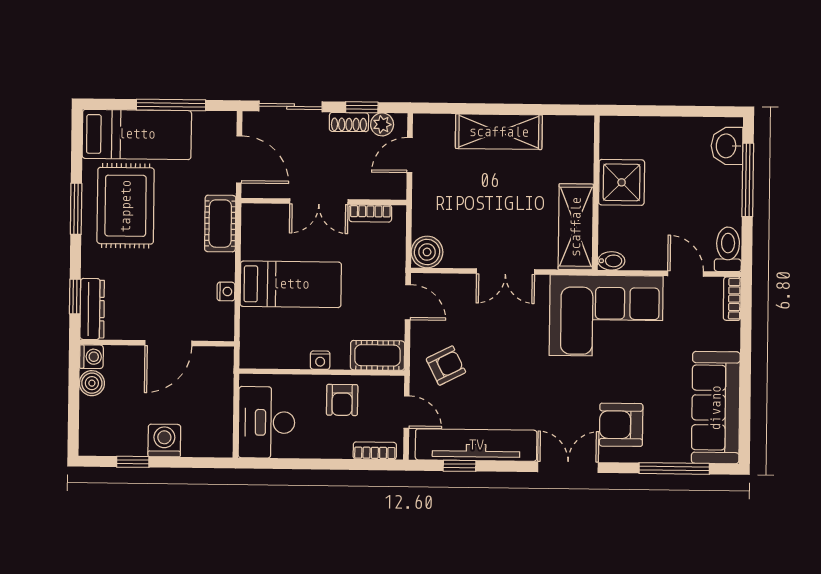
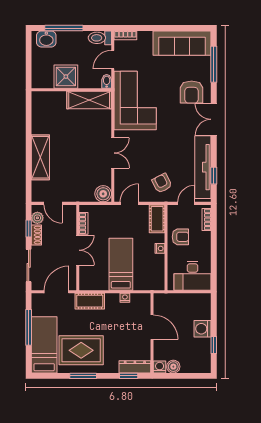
shower: (622, 182) -> (66, 77), moved
wall: (596, 193) -> (71, 90), moved
shelving: (576, 227) -> (89, 100), moved
bidet: (611, 261) -> (107, 81), moved

